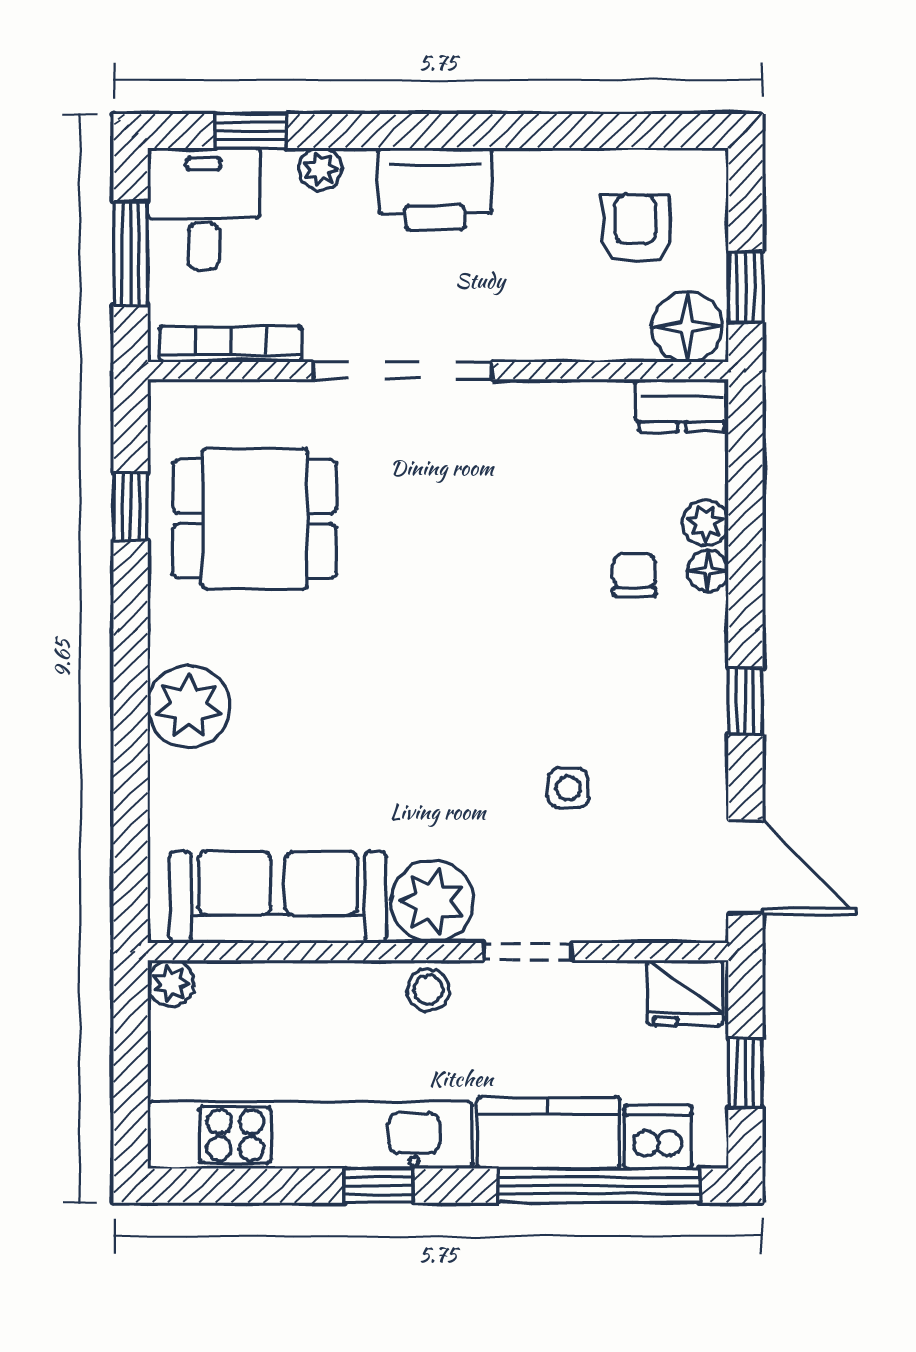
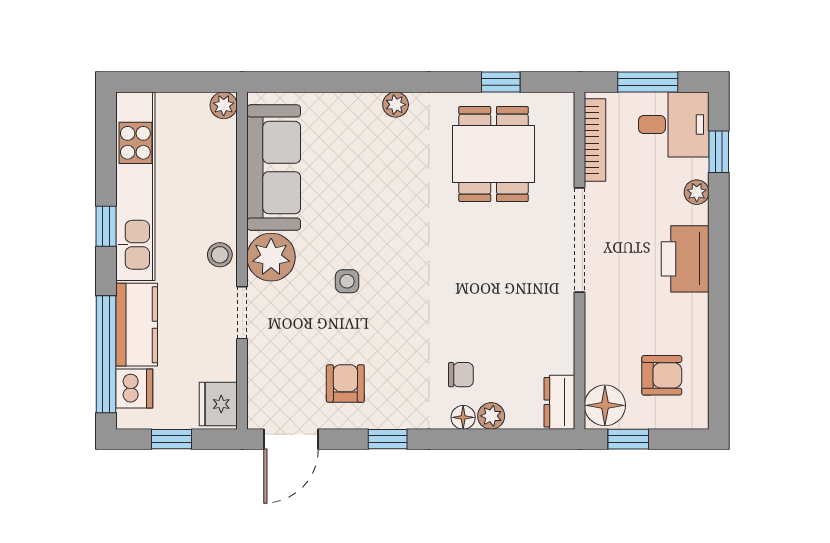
plant: (189, 707) -> (396, 105), width x0.53, depth x0.53
armchair: (650, 774) -> (345, 383), added
side table: (568, 788) -> (347, 281), moved

